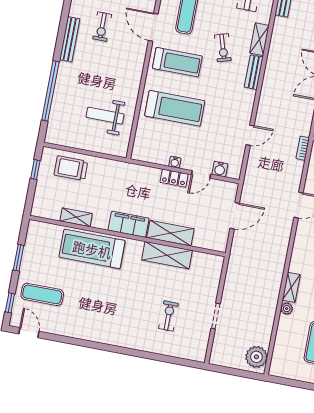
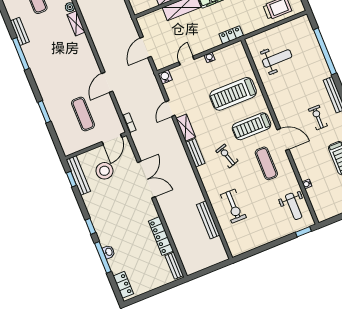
shelving: (259, 39) -> (186, 128), moved
water cooler: (220, 169) -> (165, 77), moved
locker: (174, 178) -> (231, 35), moved

